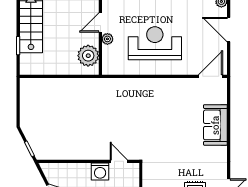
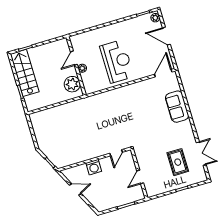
reception desk: (155, 43) -> (117, 61), turned 90
door: (119, 161) -> (116, 153), swing flipped
washing machine: (100, 171) -> (94, 167), moved

